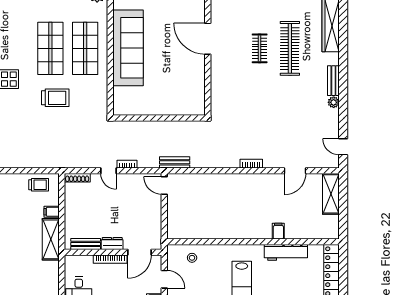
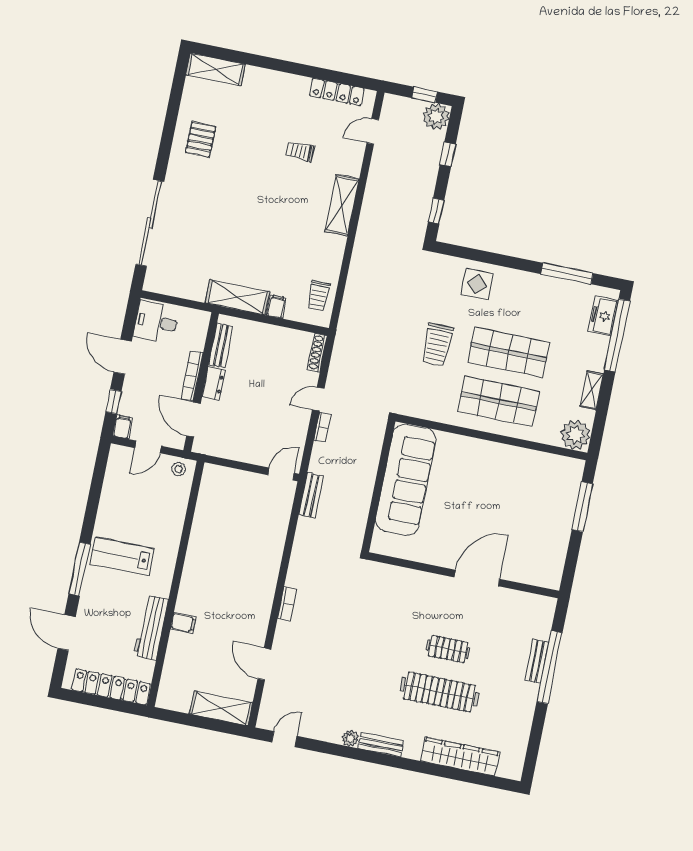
sofa: (128, 48) -> (406, 480), moved, turned -90
stool: (192, 258) -> (179, 469), moved

